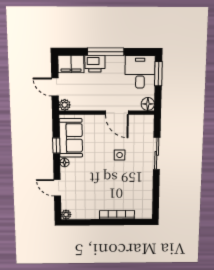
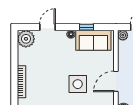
side table: (120, 155) -> (78, 84), width x1.87, depth x1.87
plant: (66, 215) -> (26, 39), width x1.88, depth x1.88

